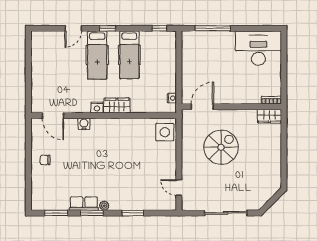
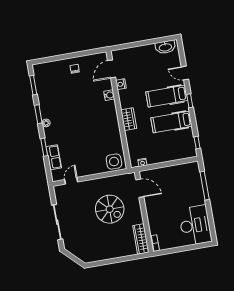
washbasin: (38, 46) -> (165, 47), added
nightstand: (97, 108) -> (121, 84), moved
wardrobe: (269, 116) -> (141, 239), width x1.50
row of seats: (84, 204) -> (54, 157), moved

